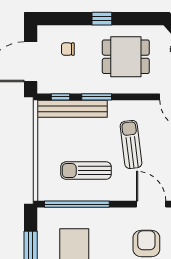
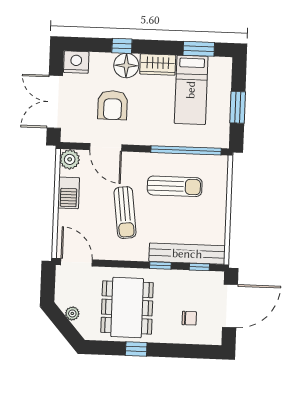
window: (102, 19) -> (136, 349), moved
dining table: (126, 57) -> (127, 307), width x1.38
window: (97, 97) -> (160, 266), width x0.67

